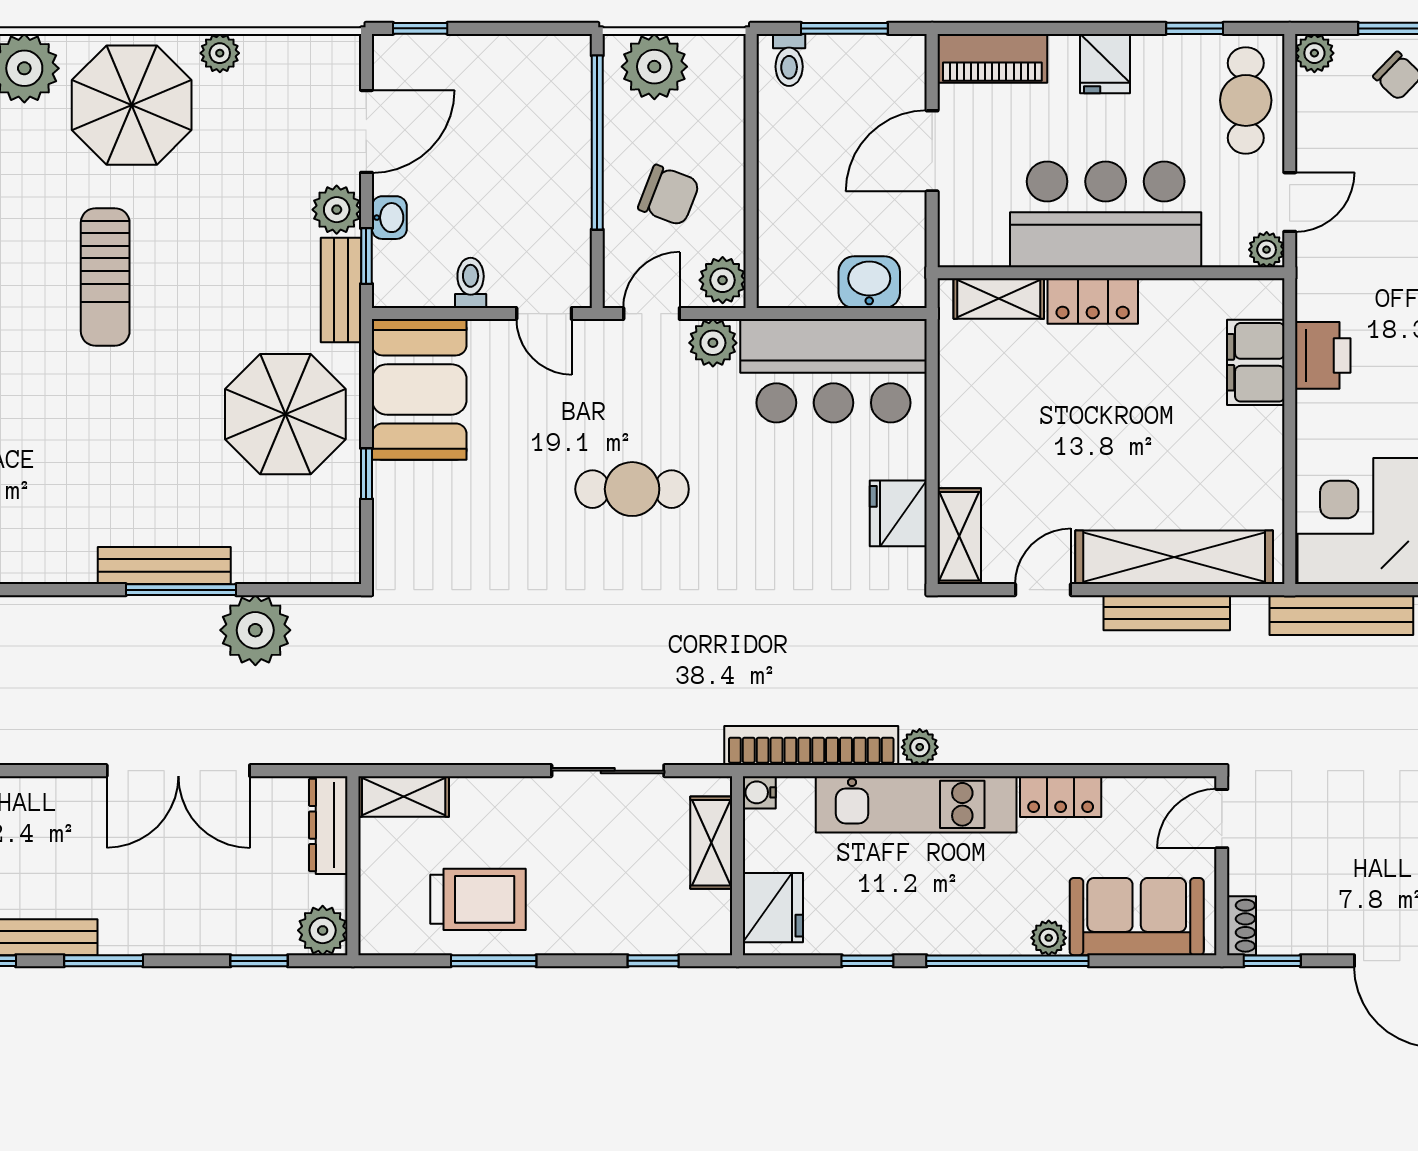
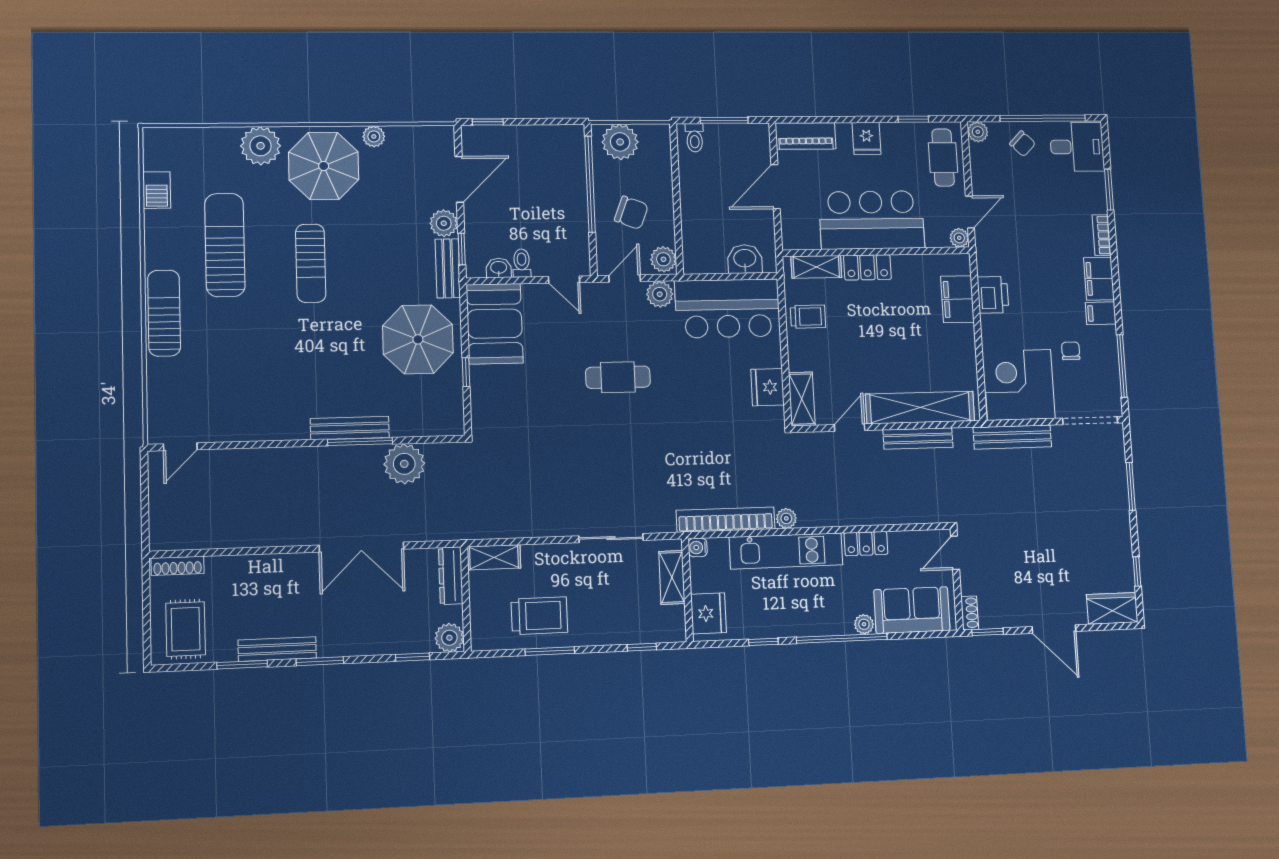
washbasin: (389, 218) -> (499, 268), moved, turned -90
trolley: (978, 388) -> (808, 317), added

